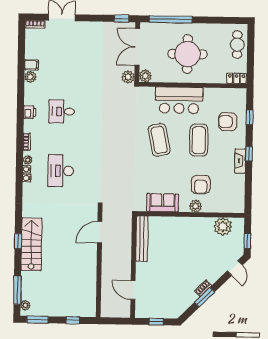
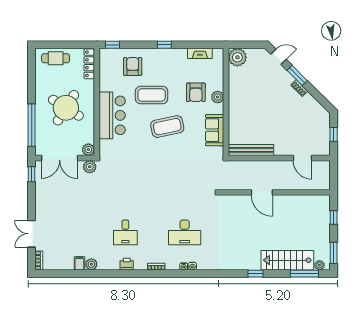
round table: (187, 54) -> (66, 108), turned 32
locker: (237, 78) -> (89, 64), width x1.53
window: (250, 117) -> (113, 45), moved
armchair: (228, 122) -> (133, 66), turned 180
coffee table: (159, 140) -> (167, 127), moved
plant: (28, 160) -> (174, 266), removed
fireplace: (240, 161) -> (200, 53), moved
armchair: (201, 185) -> (196, 92), turned 90
plant: (223, 227) -> (237, 57), moved
door: (100, 232) -> (262, 192), moved
window: (247, 241) -> (251, 45), removed
stairs: (31, 244) -> (287, 260), moved
door: (133, 290) -> (302, 158), hinge flipped
window: (205, 297) -> (297, 75), moved

